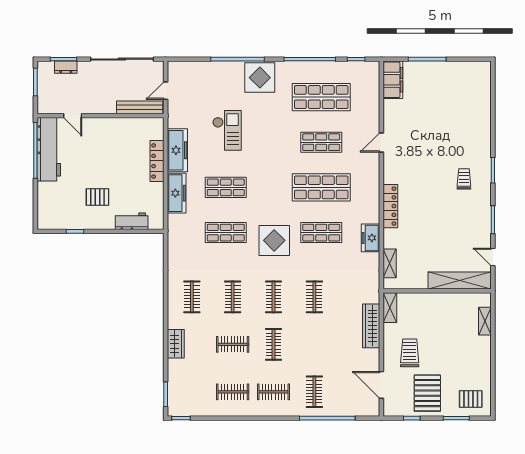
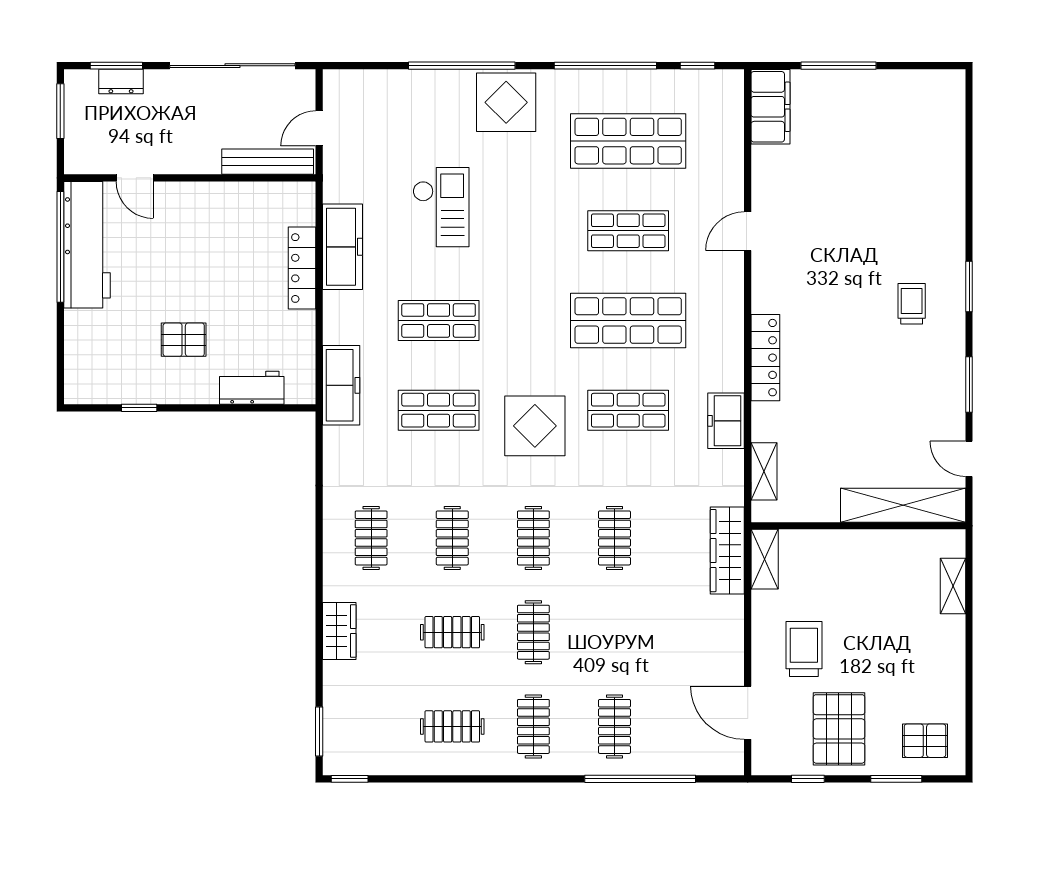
freezer: (177, 193) -> (341, 385), moved
wardrobe: (371, 326) -> (727, 551), moved
clothes rail: (273, 392) -> (533, 726), turned 90

